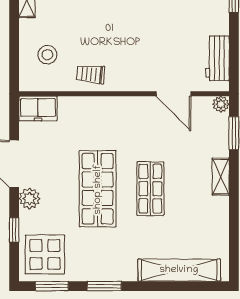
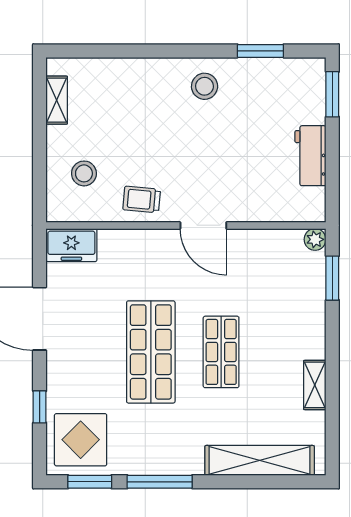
workbench: (217, 58) -> (310, 156), moved
door: (173, 94) -> (203, 225), moved
shelving: (221, 177) -> (315, 385), moved
plant: (30, 198) -> (60, 365), removed
window: (104, 286) -> (160, 482), width x1.44

